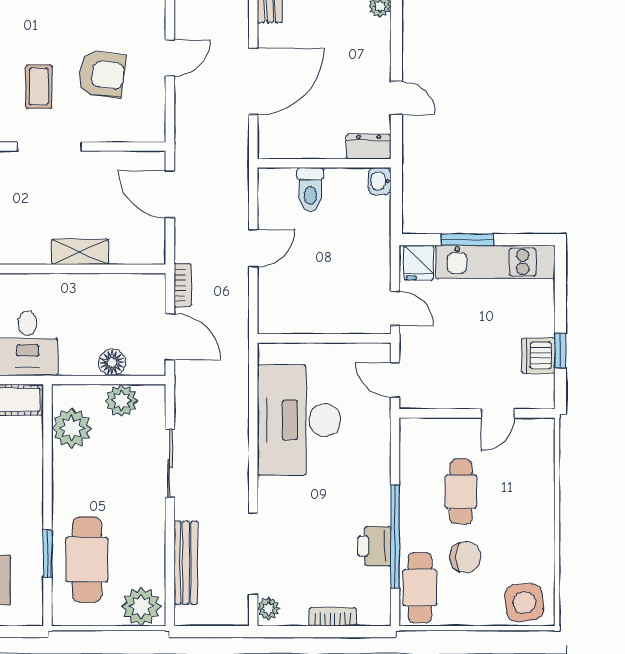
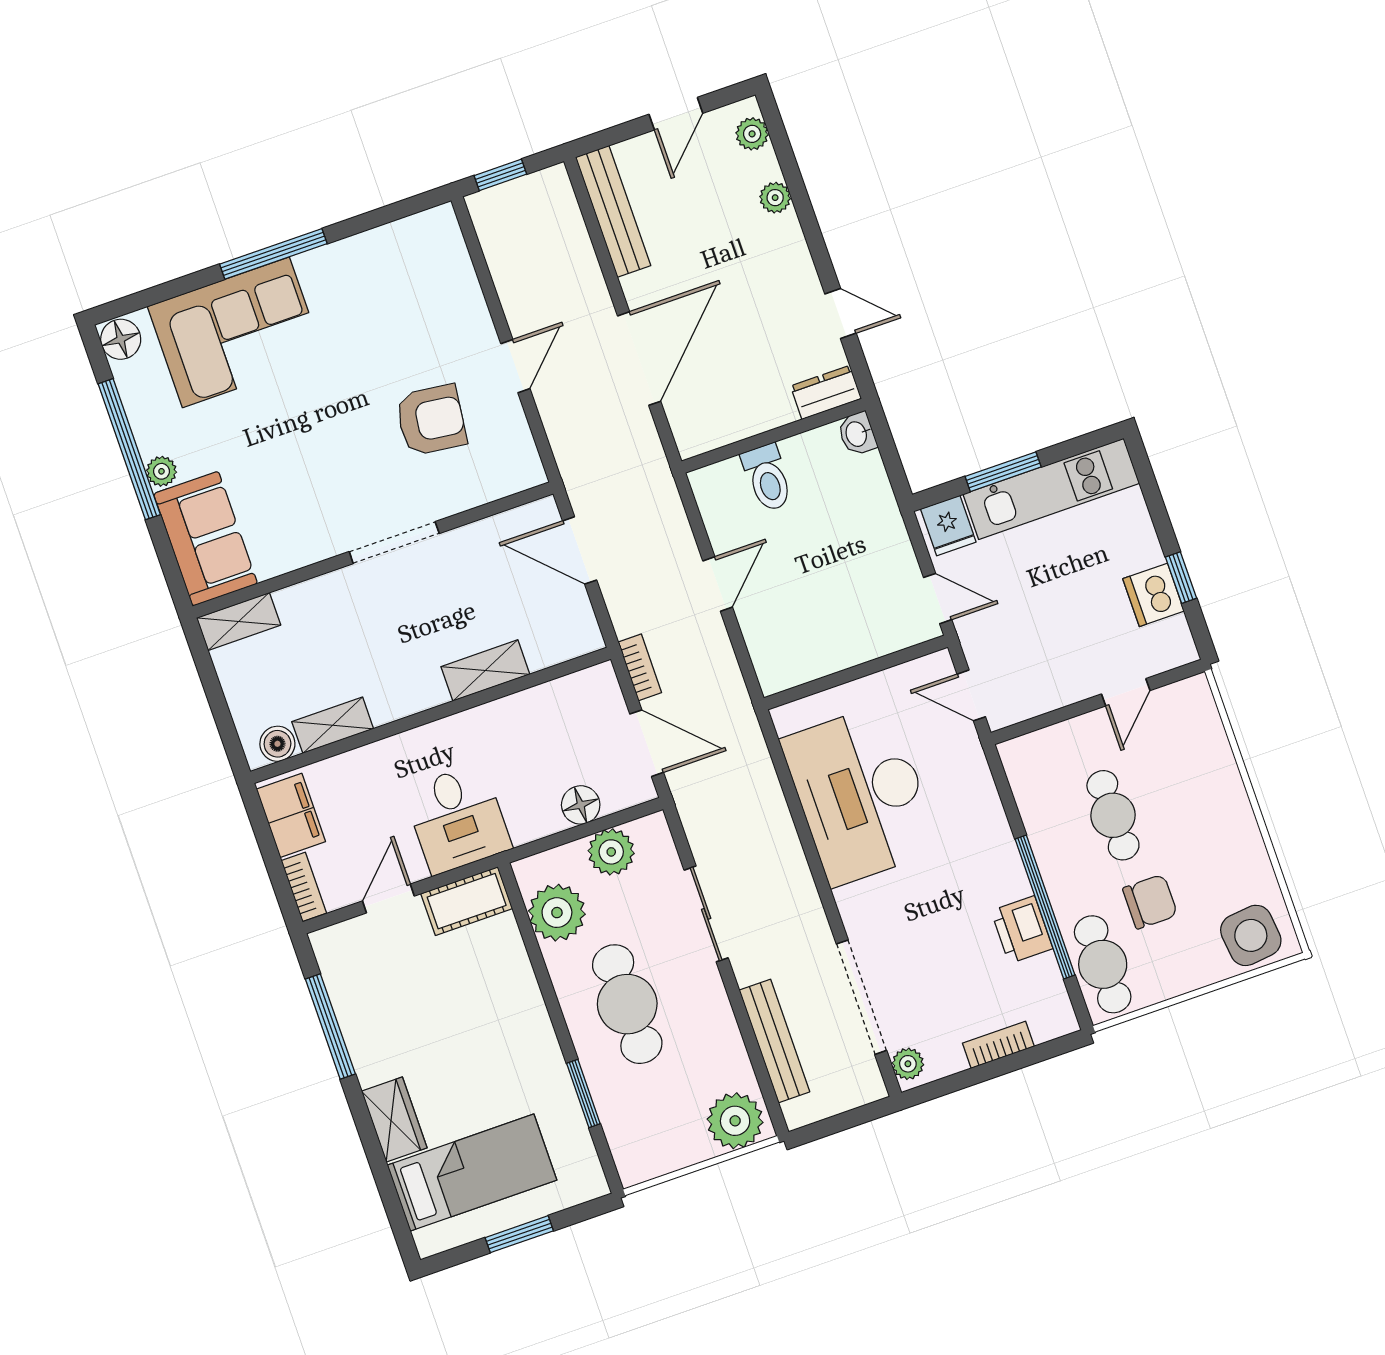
coffee table: (39, 87) -> (352, 467), removed
cafe table: (87, 559) -> (627, 1004), moved

